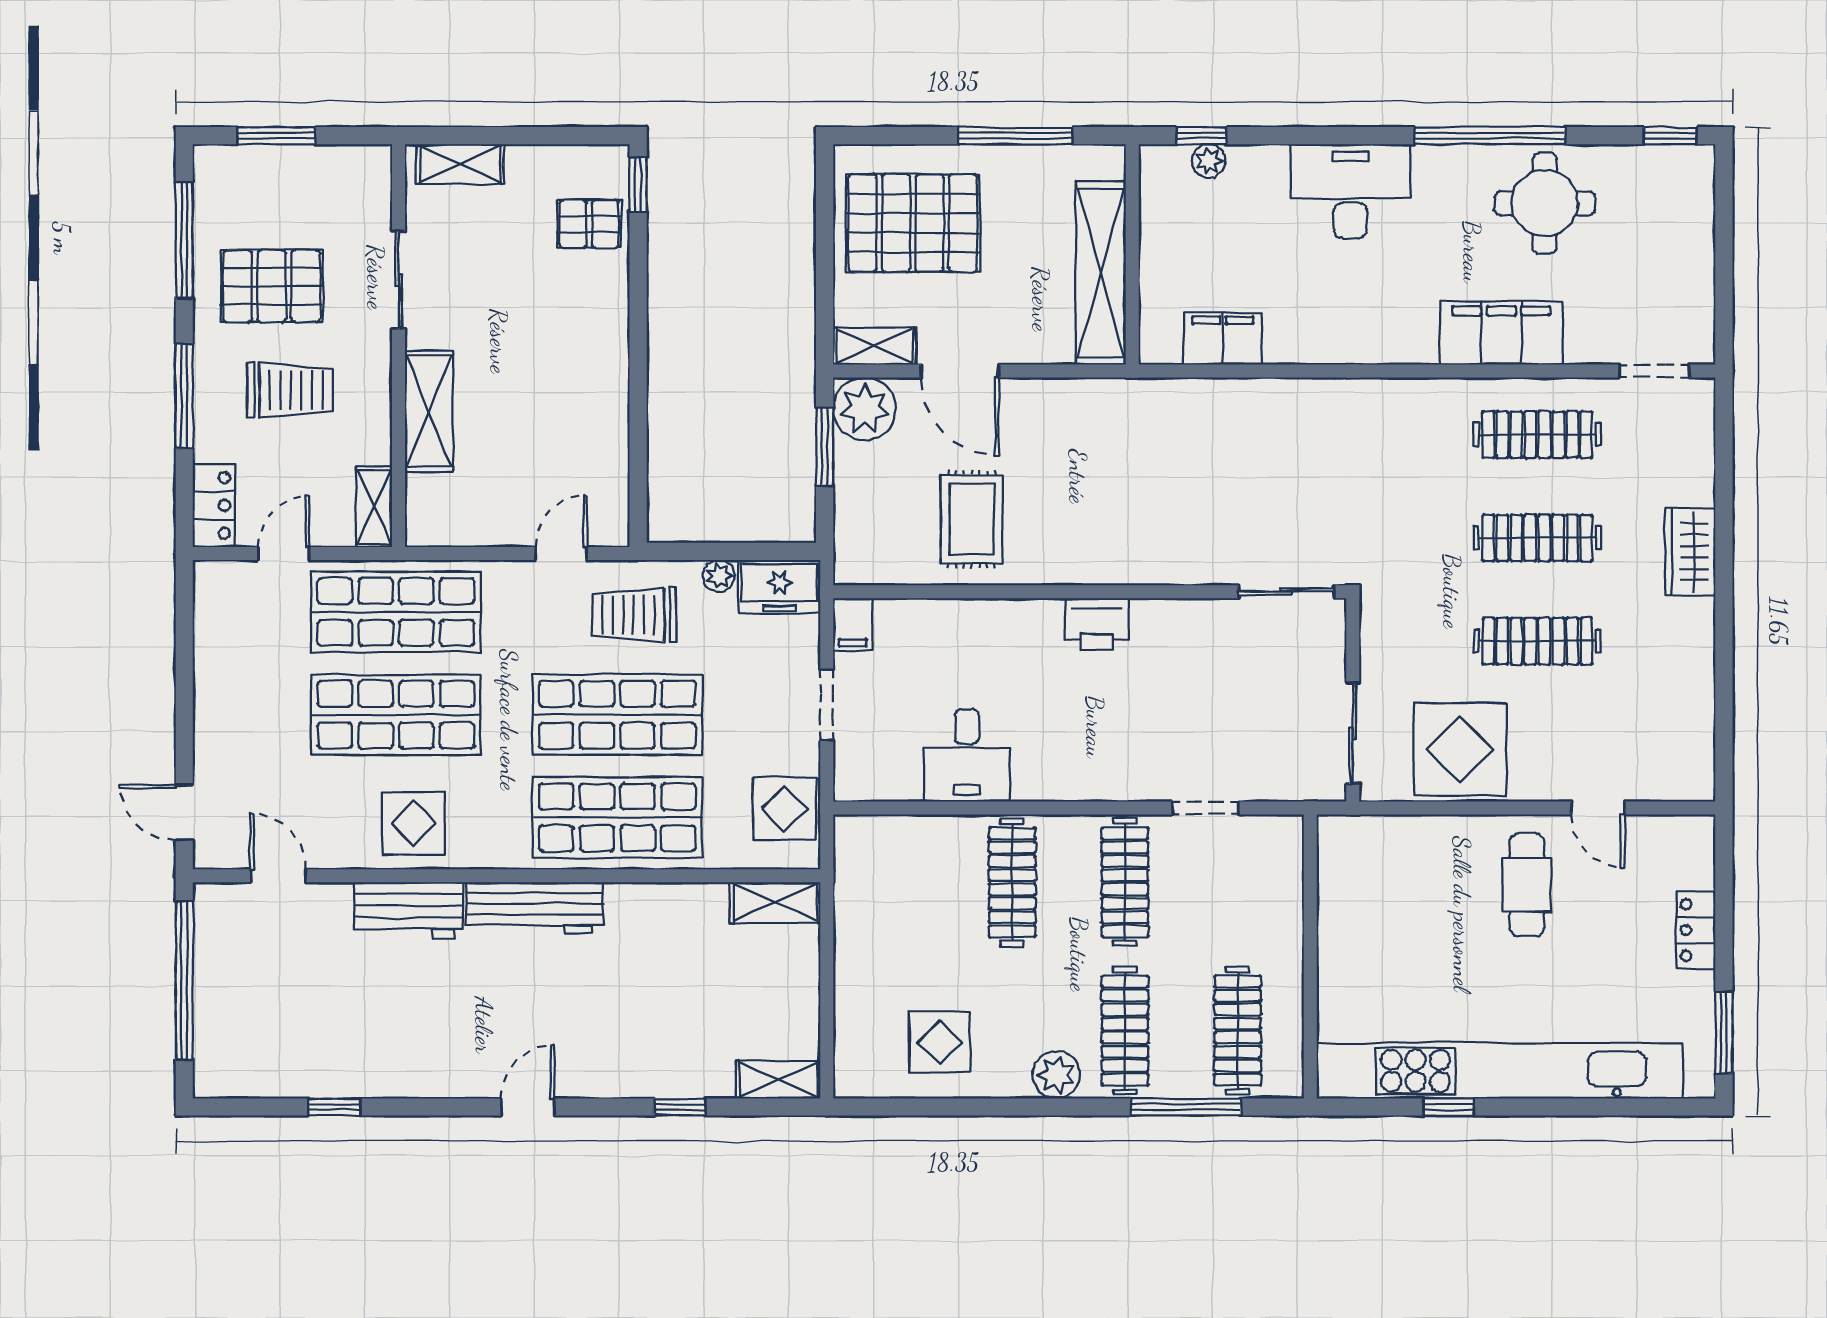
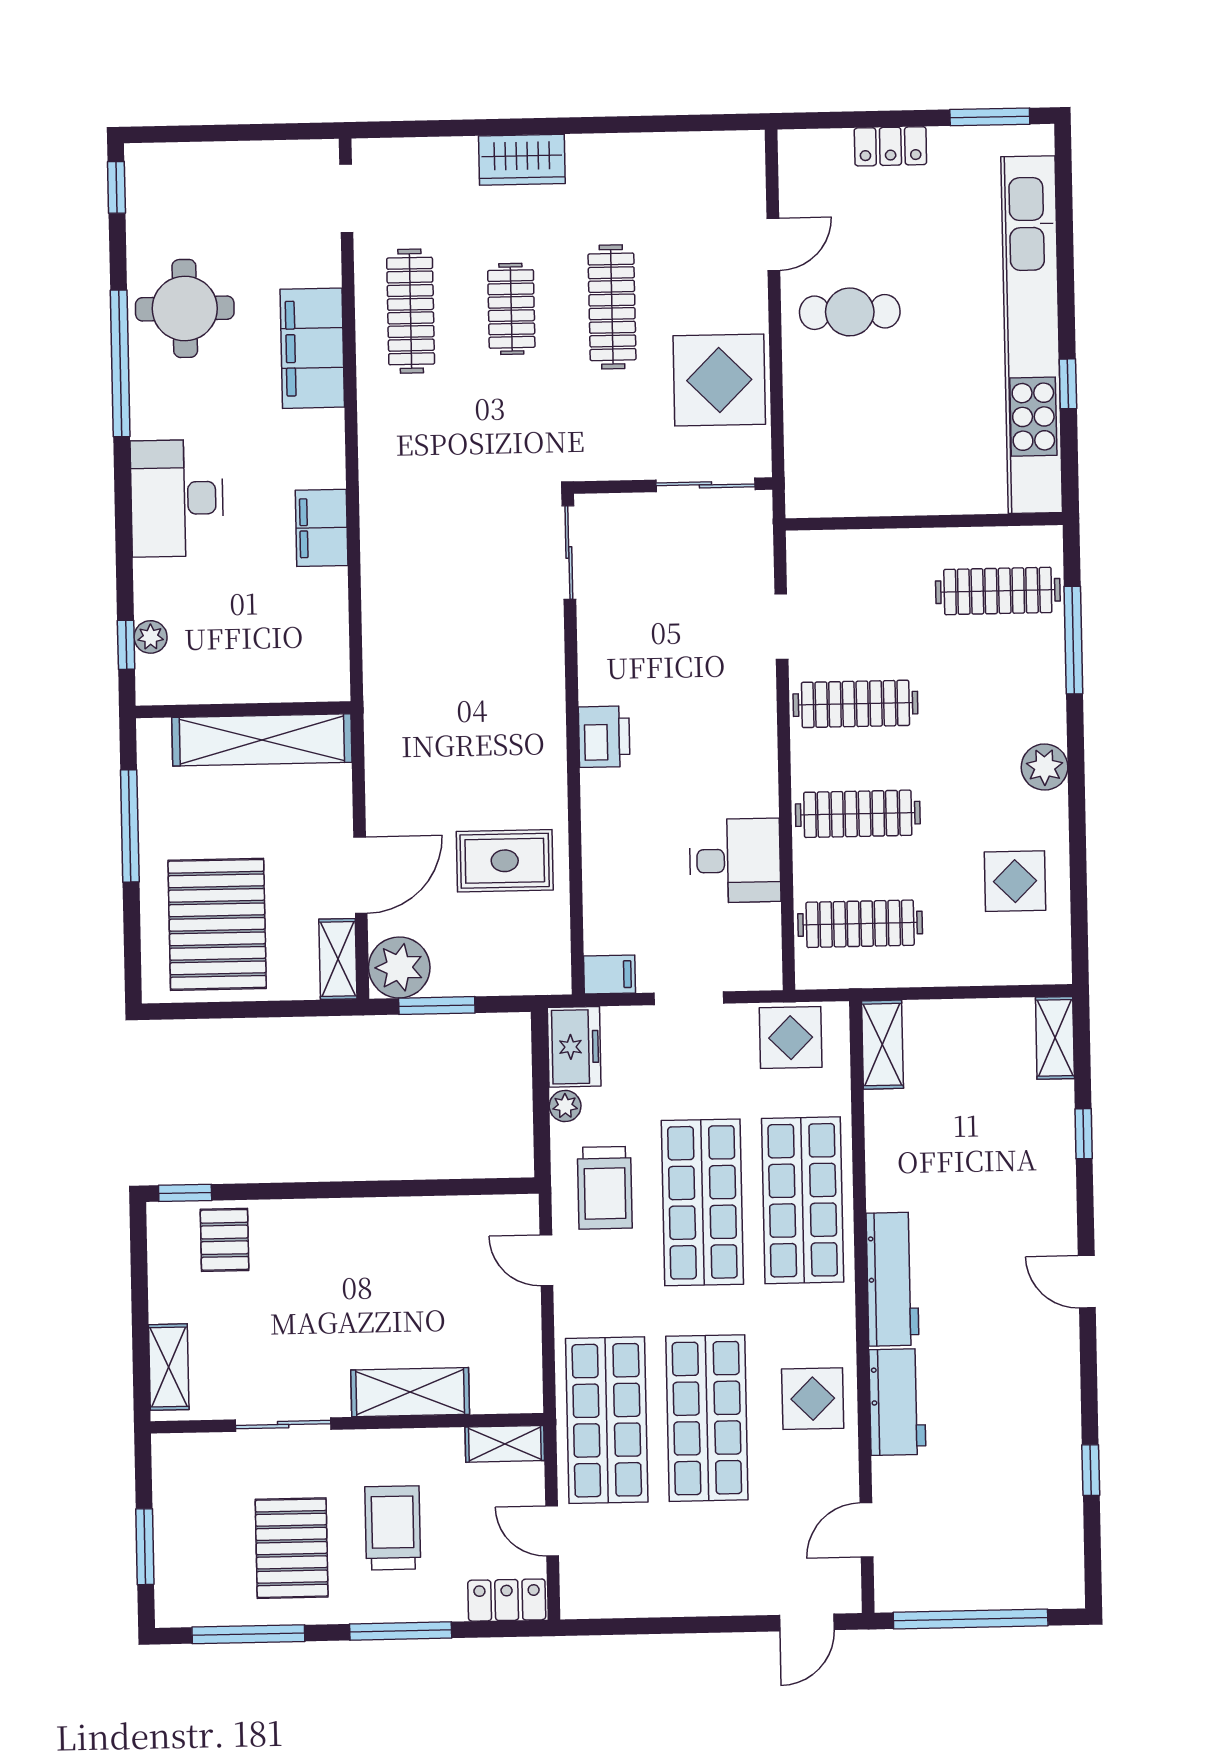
filing cabinet: (1223, 339) -> (322, 528), moved
clothes rail: (1537, 538) -> (511, 309), width x0.73
clothes rail: (1125, 1031) -> (860, 924), moved

